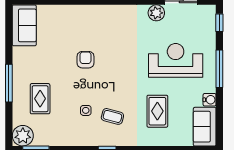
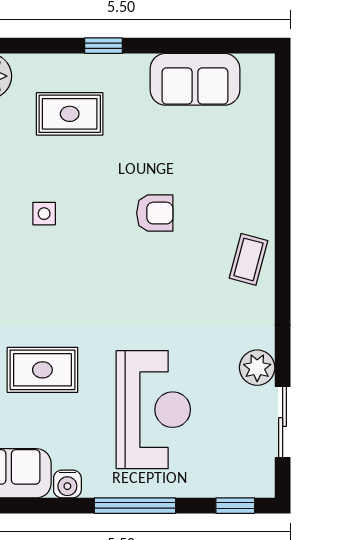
sofa: (24, 25) -> (195, 79), moved
window: (9, 83) -> (104, 46), width x0.46
coffee table: (112, 116) -> (248, 259), moved

